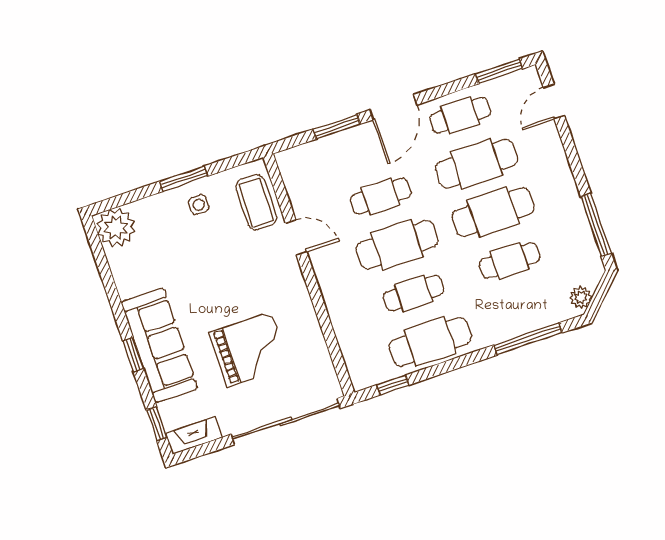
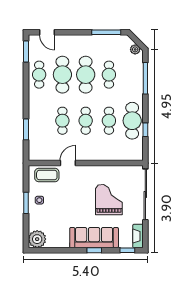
door: (393, 107) -> (26, 102), removed
cafe table: (397, 245) -> (86, 121), width x0.73, depth x0.74
window: (393, 385) -> (145, 130), moved

